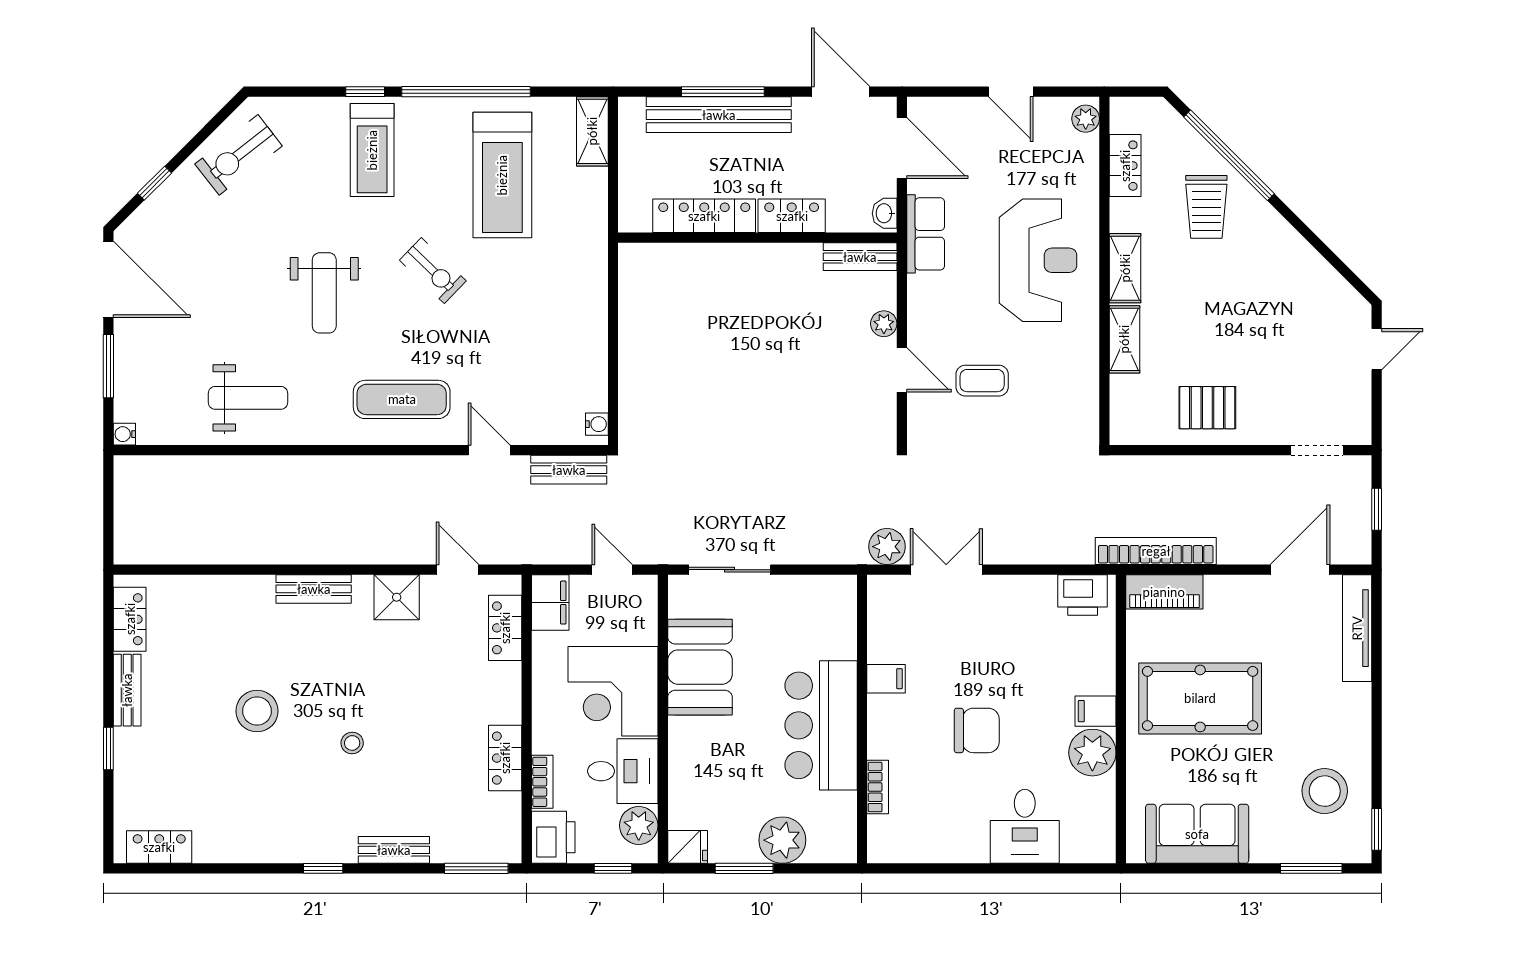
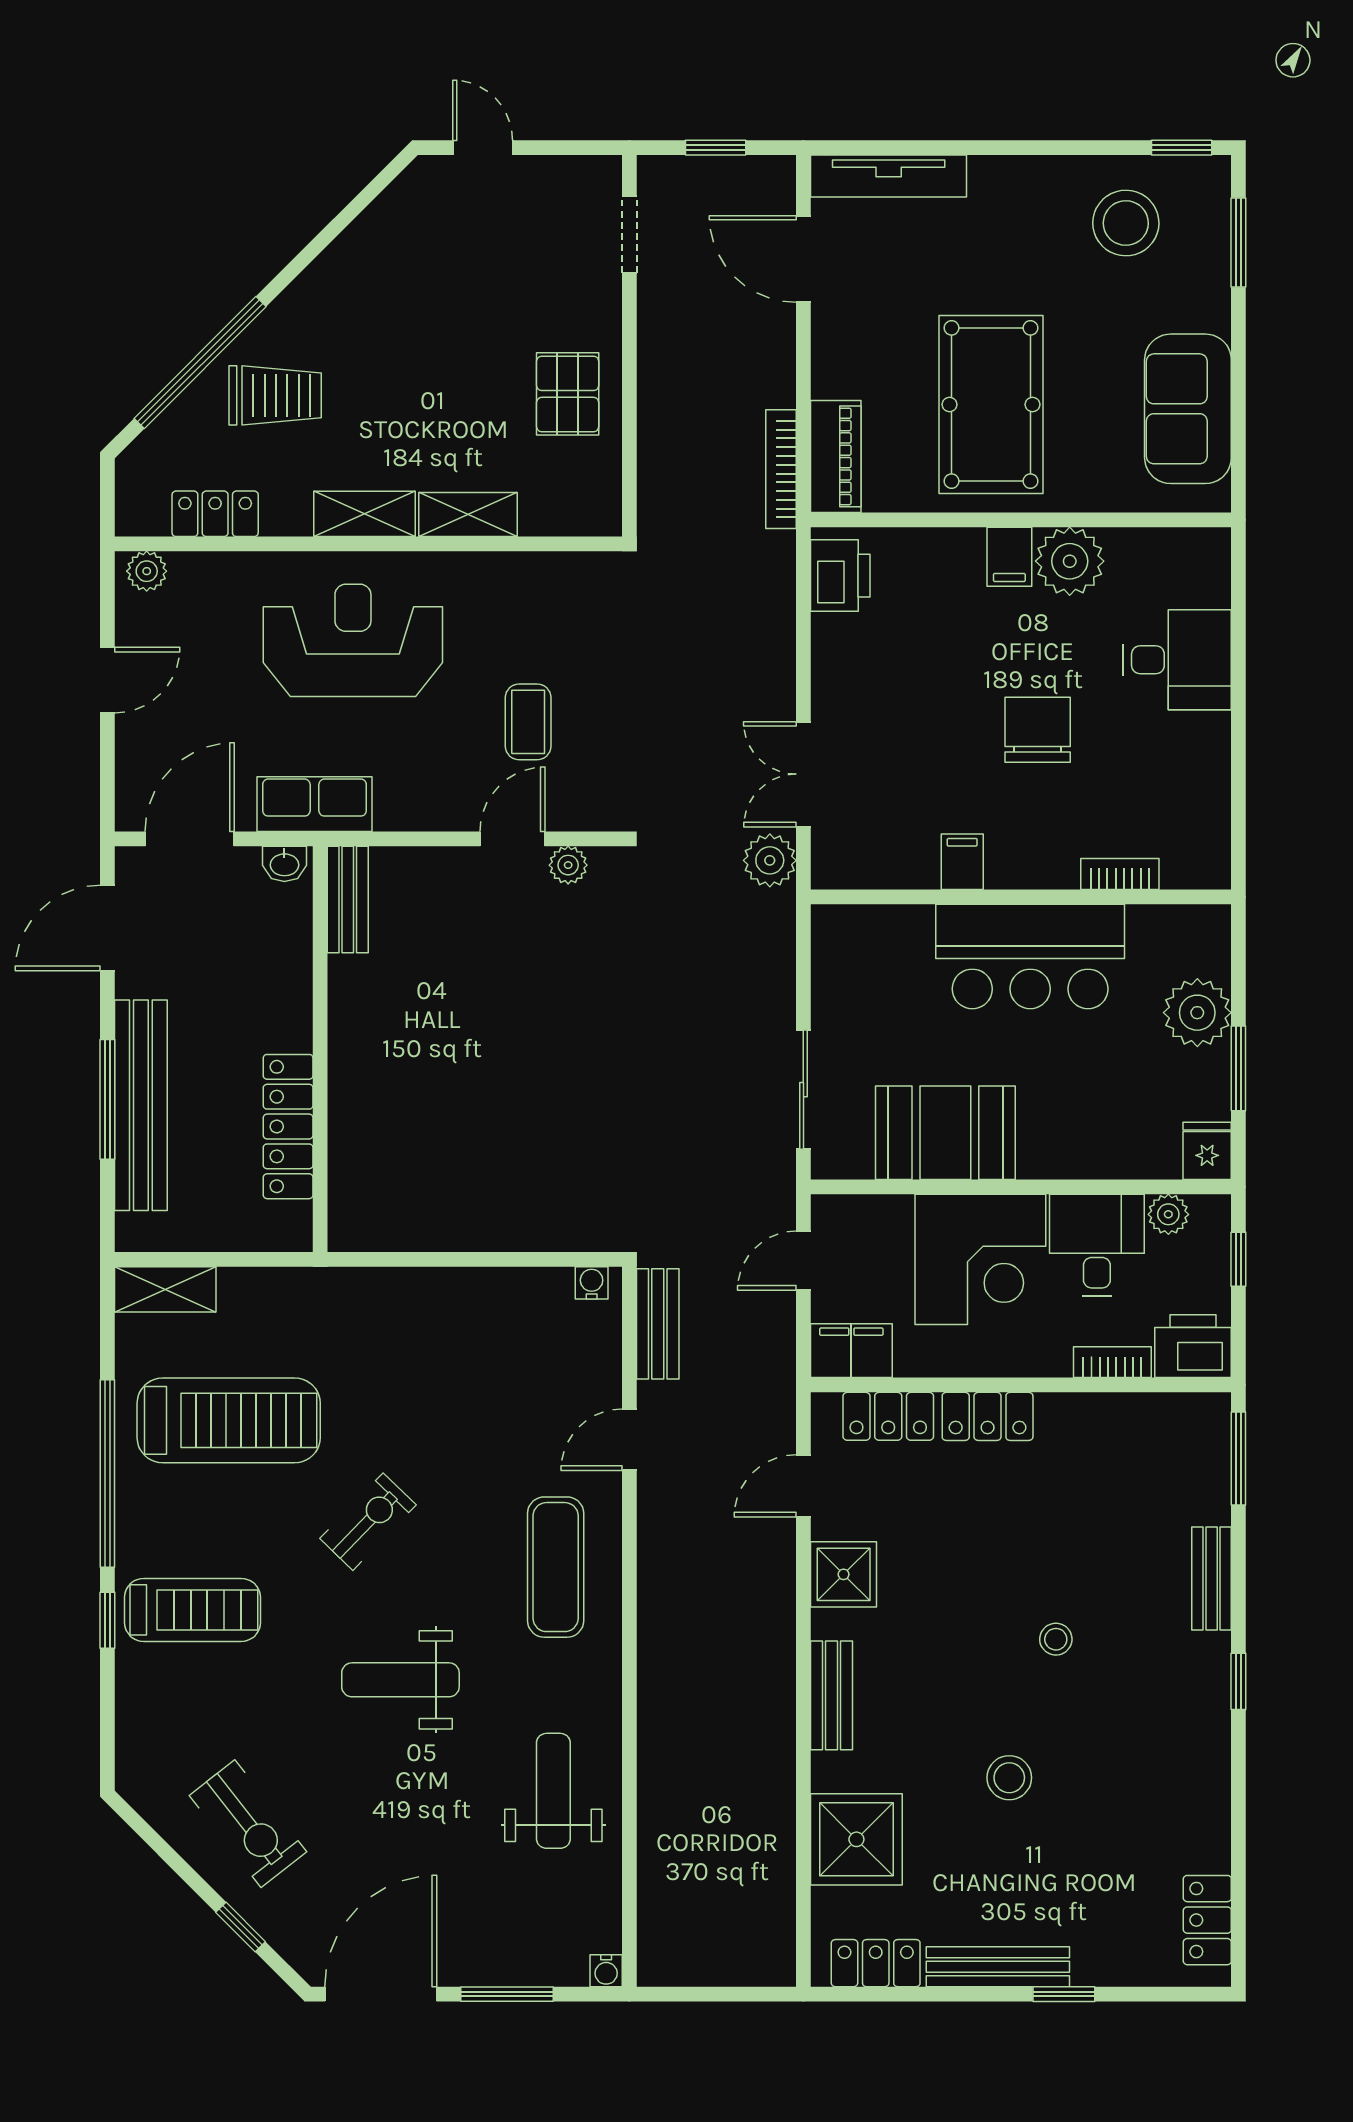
exercise bike: (239, 155) -> (248, 1824), moved
locker: (792, 216) -> (288, 999), removed
weight bench: (324, 293) -> (400, 1680), turned 180
plant: (884, 324) -> (568, 865), moved
bookcase: (1156, 551) -> (781, 469), width x0.68, depth x0.76
shower: (215, 606) -> (856, 1839), added
bench: (127, 690) -> (998, 1967), width x1.36
stool: (257, 711) -> (1009, 1778), width x0.73, depth x0.73
locker: (505, 758) -> (988, 1416), moved
plant: (639, 825) -> (1168, 1214), width x0.73, depth x0.73

